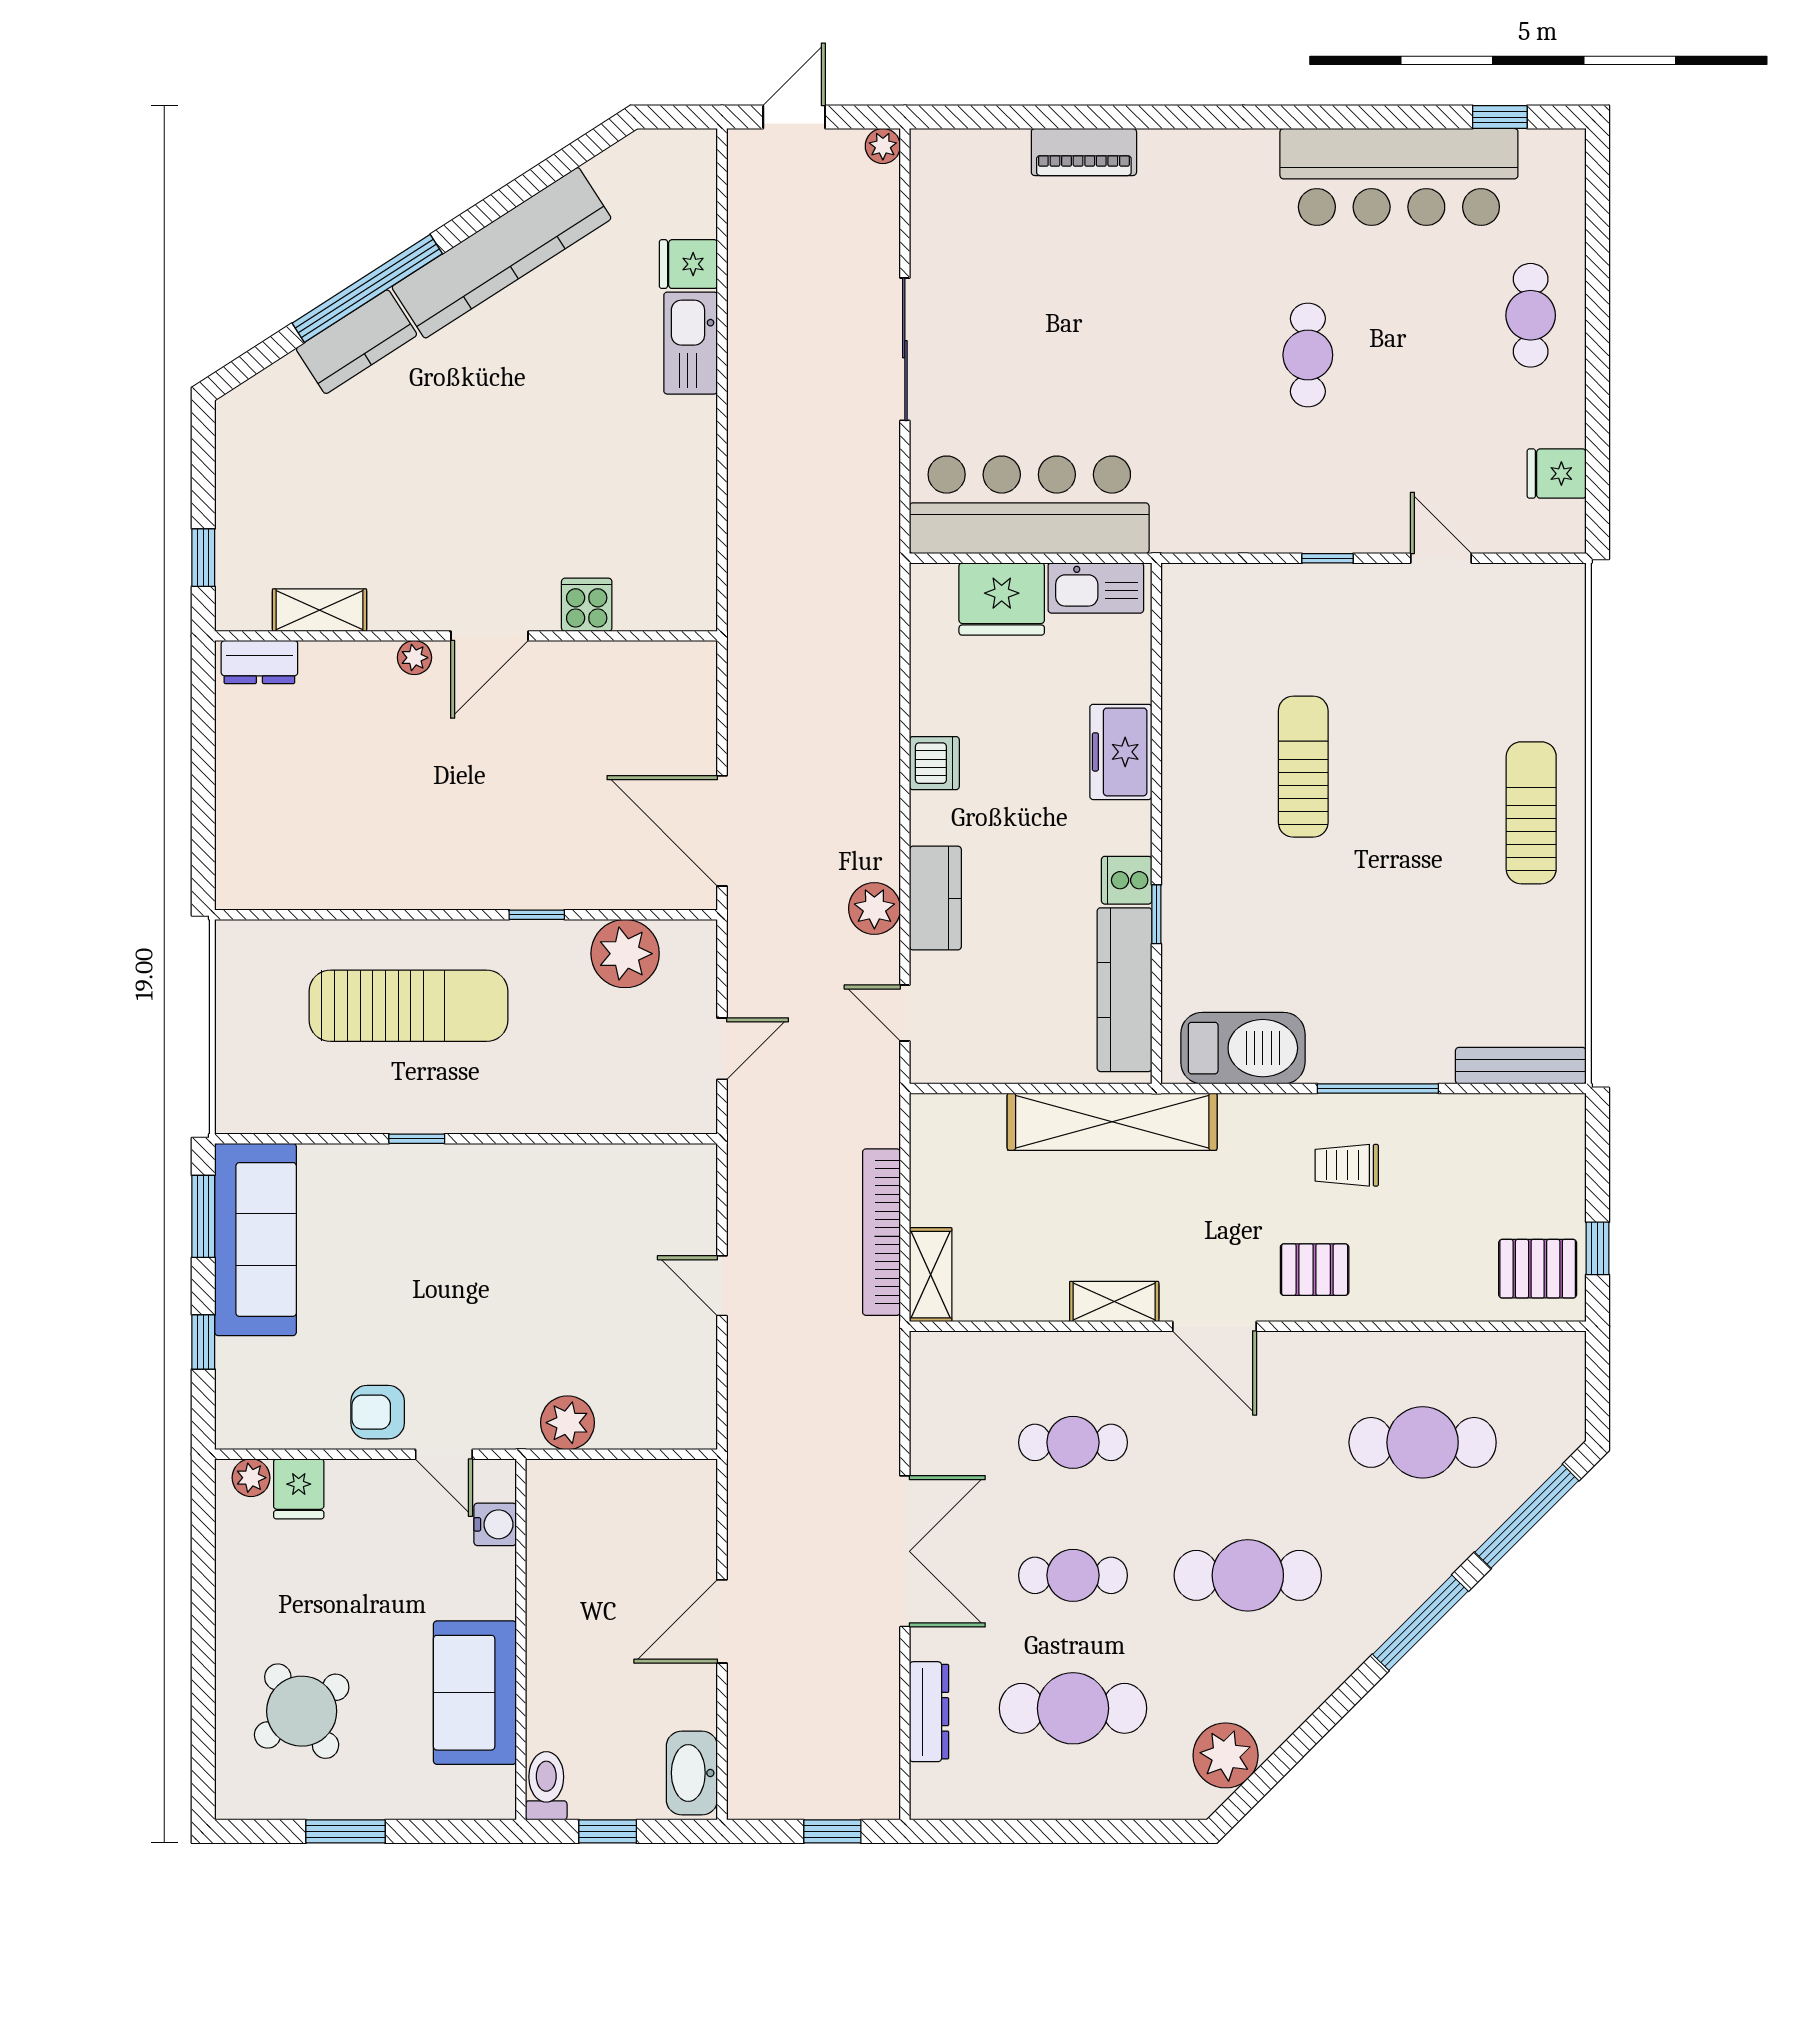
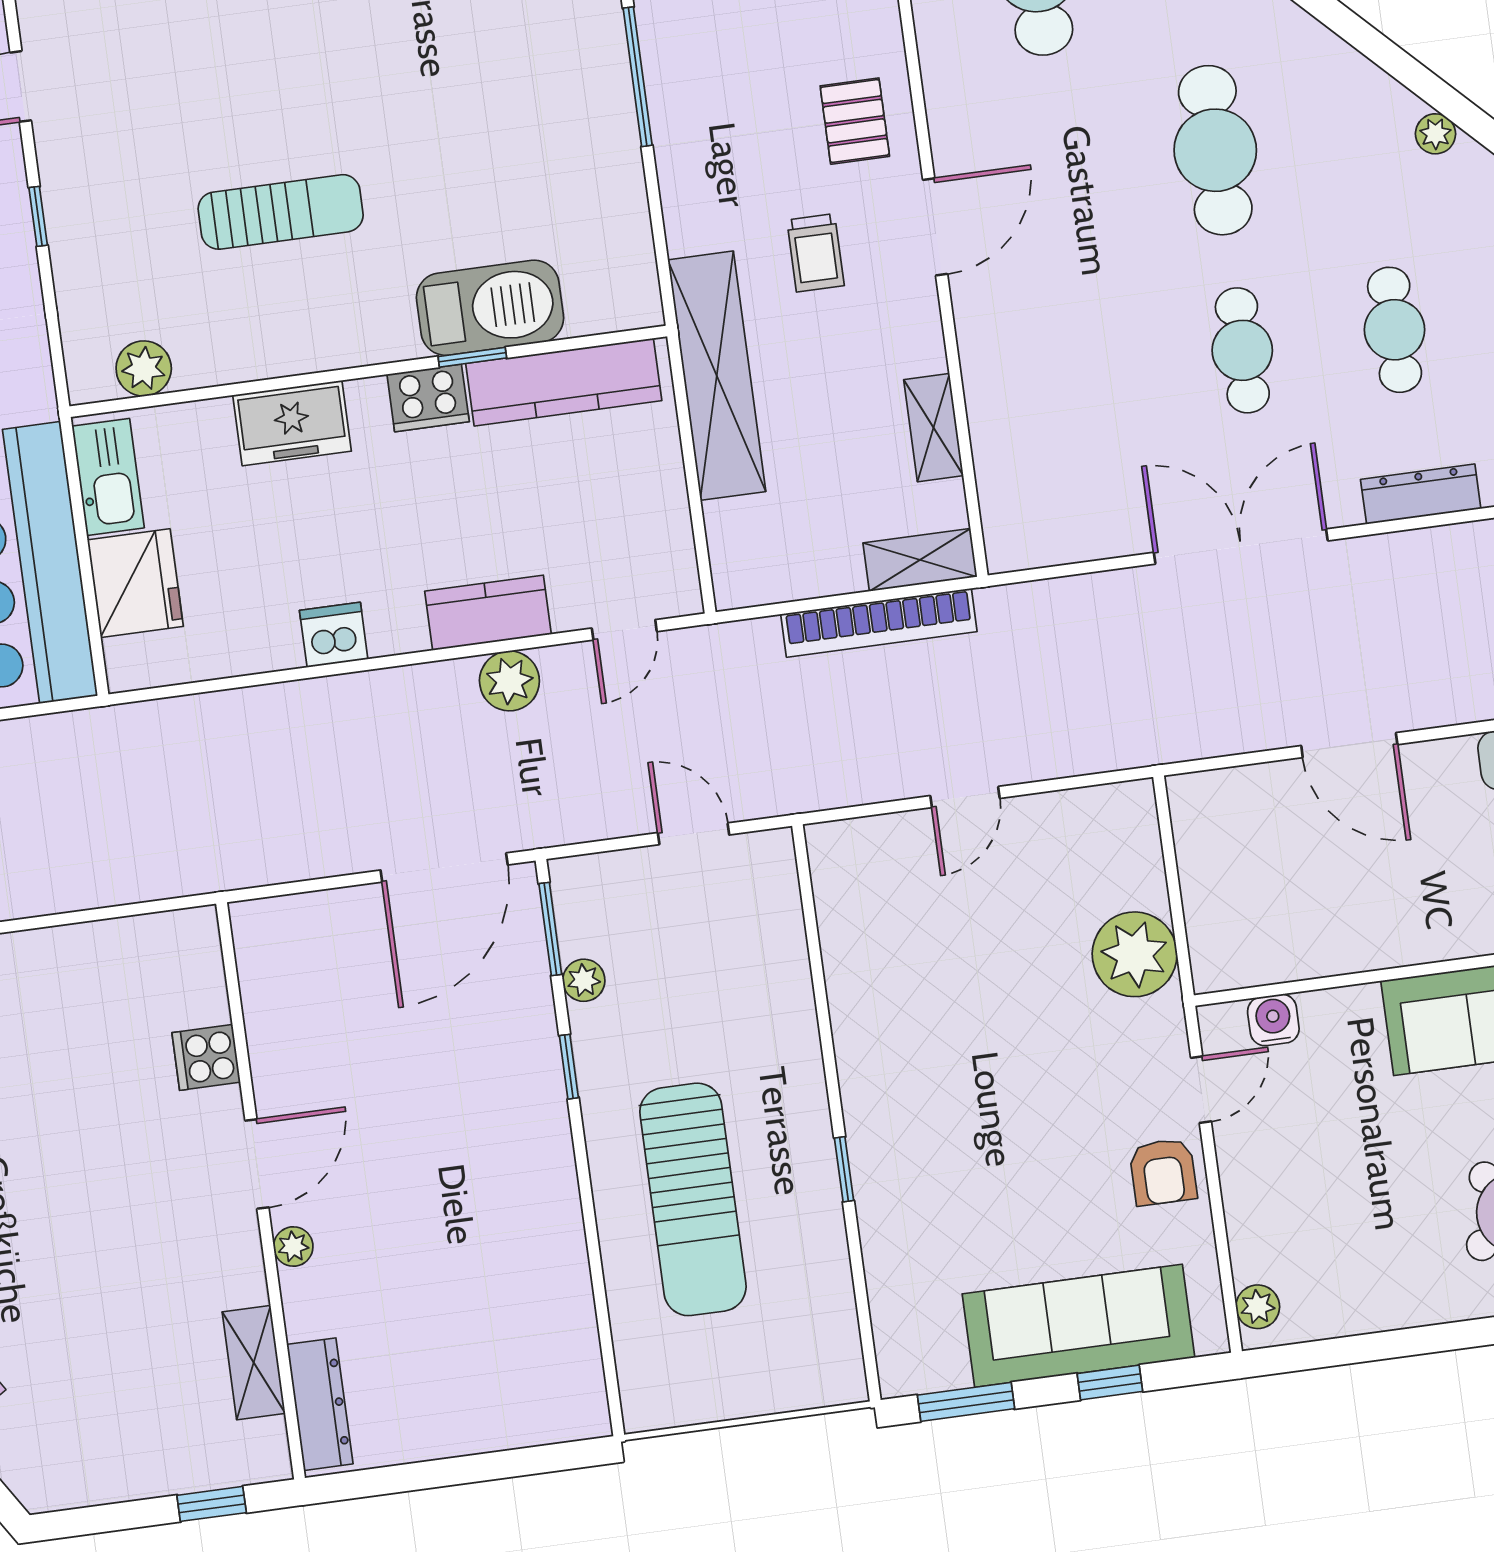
plant: (1185, 631) -> (144, 368), added
door: (489, 636) -> (257, 1164), hinge flipped
dresser: (259, 662) -> (320, 1404), width x1.44
sun lounger: (1303, 767) -> (281, 212), turned 180
cooker: (1127, 880) -> (428, 398), width x1.36
window: (657, 915) -> (550, 929), added
plant: (625, 954) -> (584, 980), width x0.53, depth x0.53
sun lounger: (409, 1006) -> (693, 1199), turned 180
barbecue: (1243, 1048) -> (490, 308), moved, turned 90
trolley: (1347, 1165) -> (815, 253), moved
sofa: (255, 1239) -> (1079, 1326), moved
shelving: (1114, 1302) -> (934, 428), moved
plant: (568, 1423) -> (1135, 954), width x1.36, depth x1.36
cafe table: (1073, 1442) -> (1090, 371), removed
fridge: (299, 1489) -> (1263, 1250), removed
cafe table: (1073, 1708) -> (1395, 330), width x0.73, depth x0.74
plant: (1226, 1755) -> (1435, 134), width x0.53, depth x0.53

